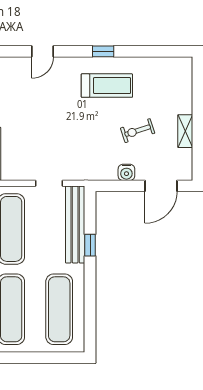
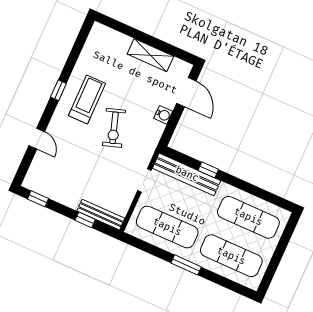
exercise bike: (138, 131) -> (114, 128), moved, width x1.38, depth x1.39
shelving: (185, 131) -> (150, 55), width x1.50, depth x1.33

